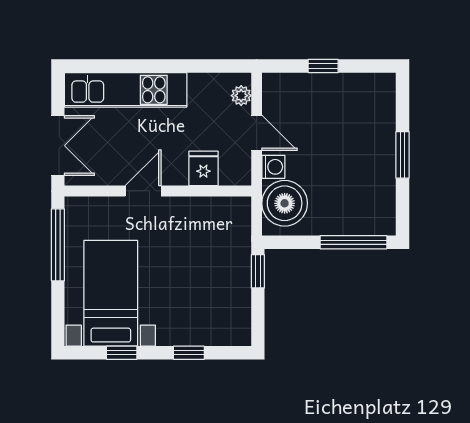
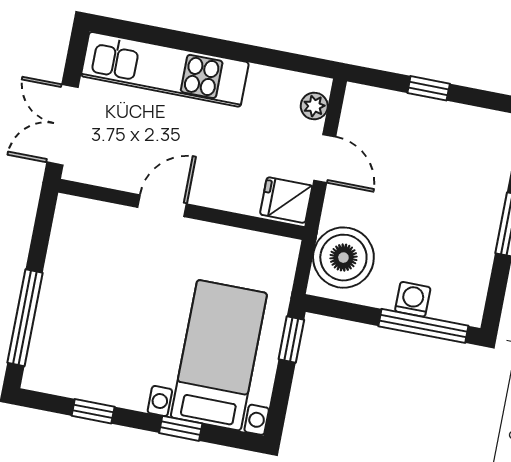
double door: (58, 146) -> (62, 125), swing flipped
washing machine: (273, 167) -> (413, 299), moved, turned -90
fridge: (203, 168) -> (286, 200), moved, turned -90
window: (58, 245) -> (25, 318), moved
bed with nightstands: (111, 293) -> (219, 355), moved

